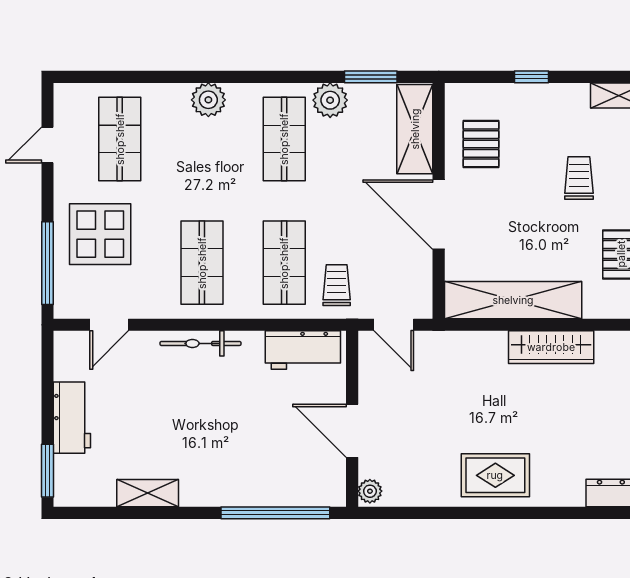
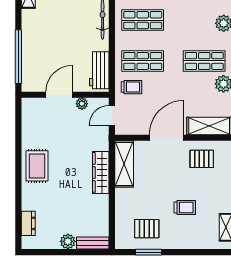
shelving: (513, 300) -> (124, 164), width x0.68
wardrobe: (551, 347) -> (101, 172), moved
plant: (370, 491) -> (82, 104), moved

